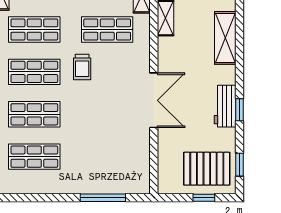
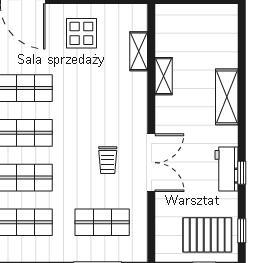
shop shelf: (107, 30) -> (102, 222), moved
trolley: (82, 67) -> (108, 160), moved

